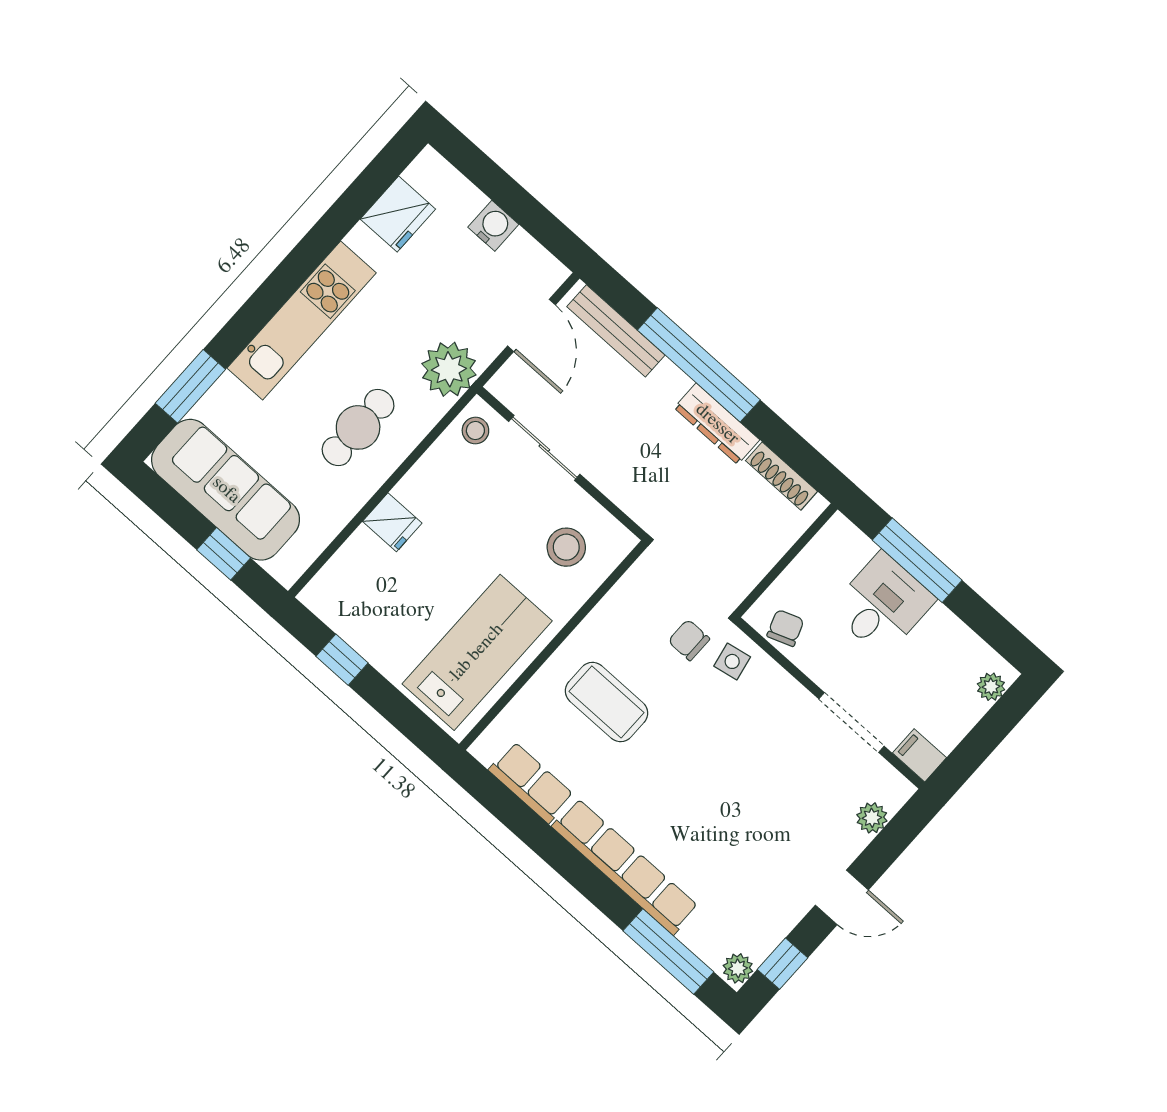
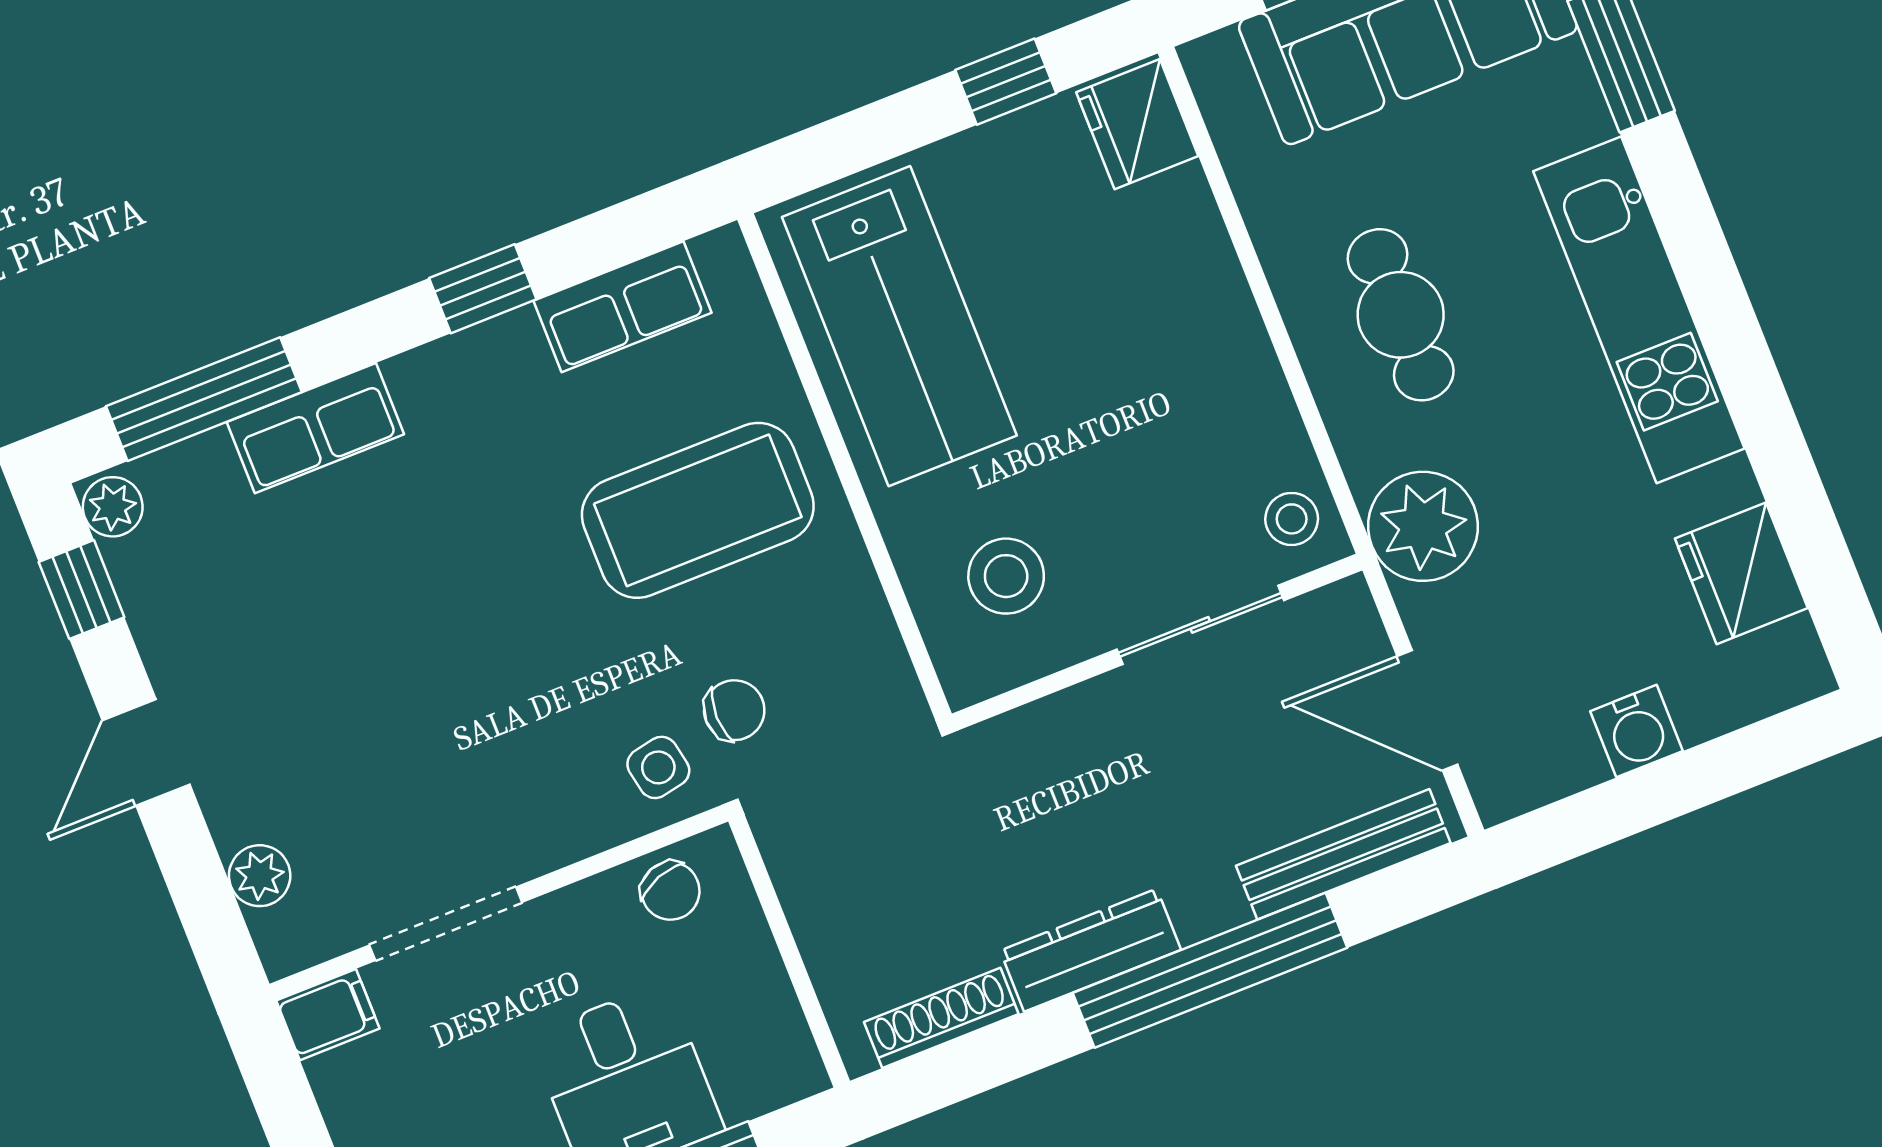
fridge: (392, 522) -> (1137, 124), moved, width x1.38
coffee table: (607, 702) -> (698, 510), width x1.36, depth x1.32
window: (555, 850) -> (483, 289), added
row of seats: (625, 867) -> (315, 428), width x0.50

